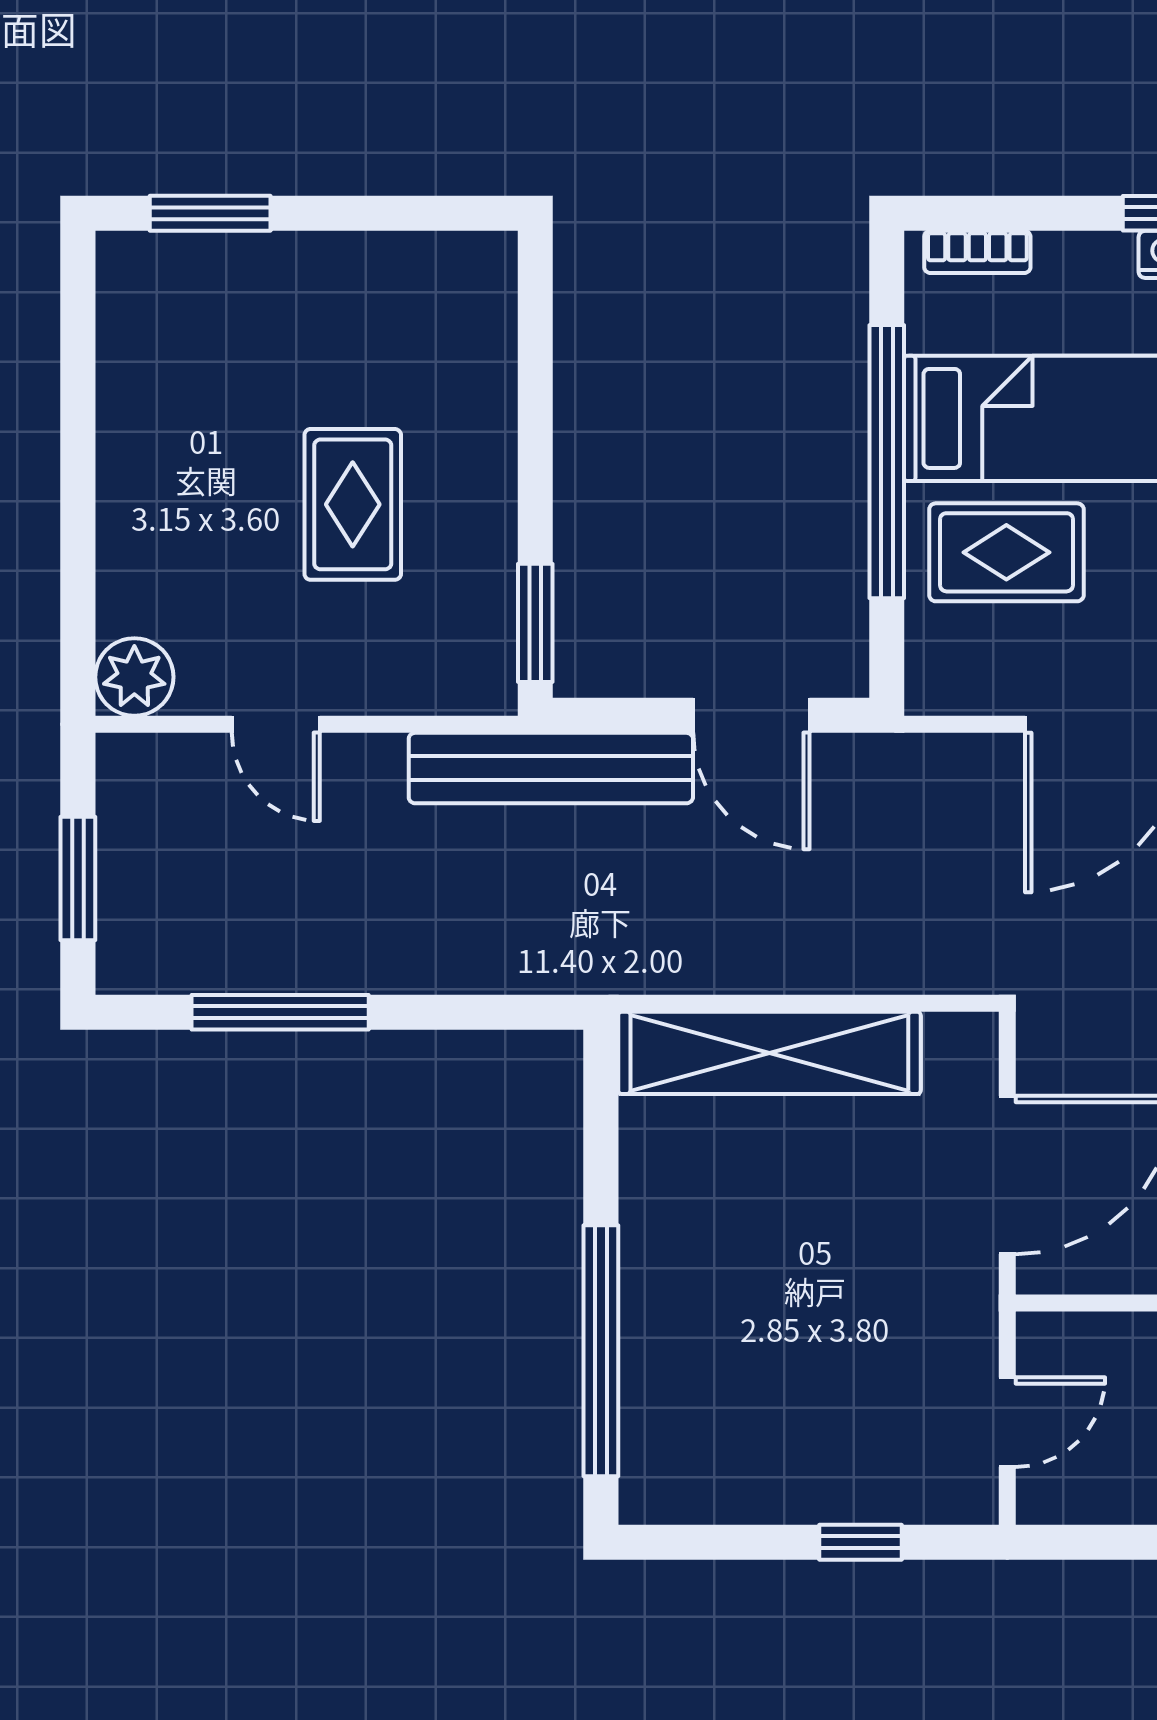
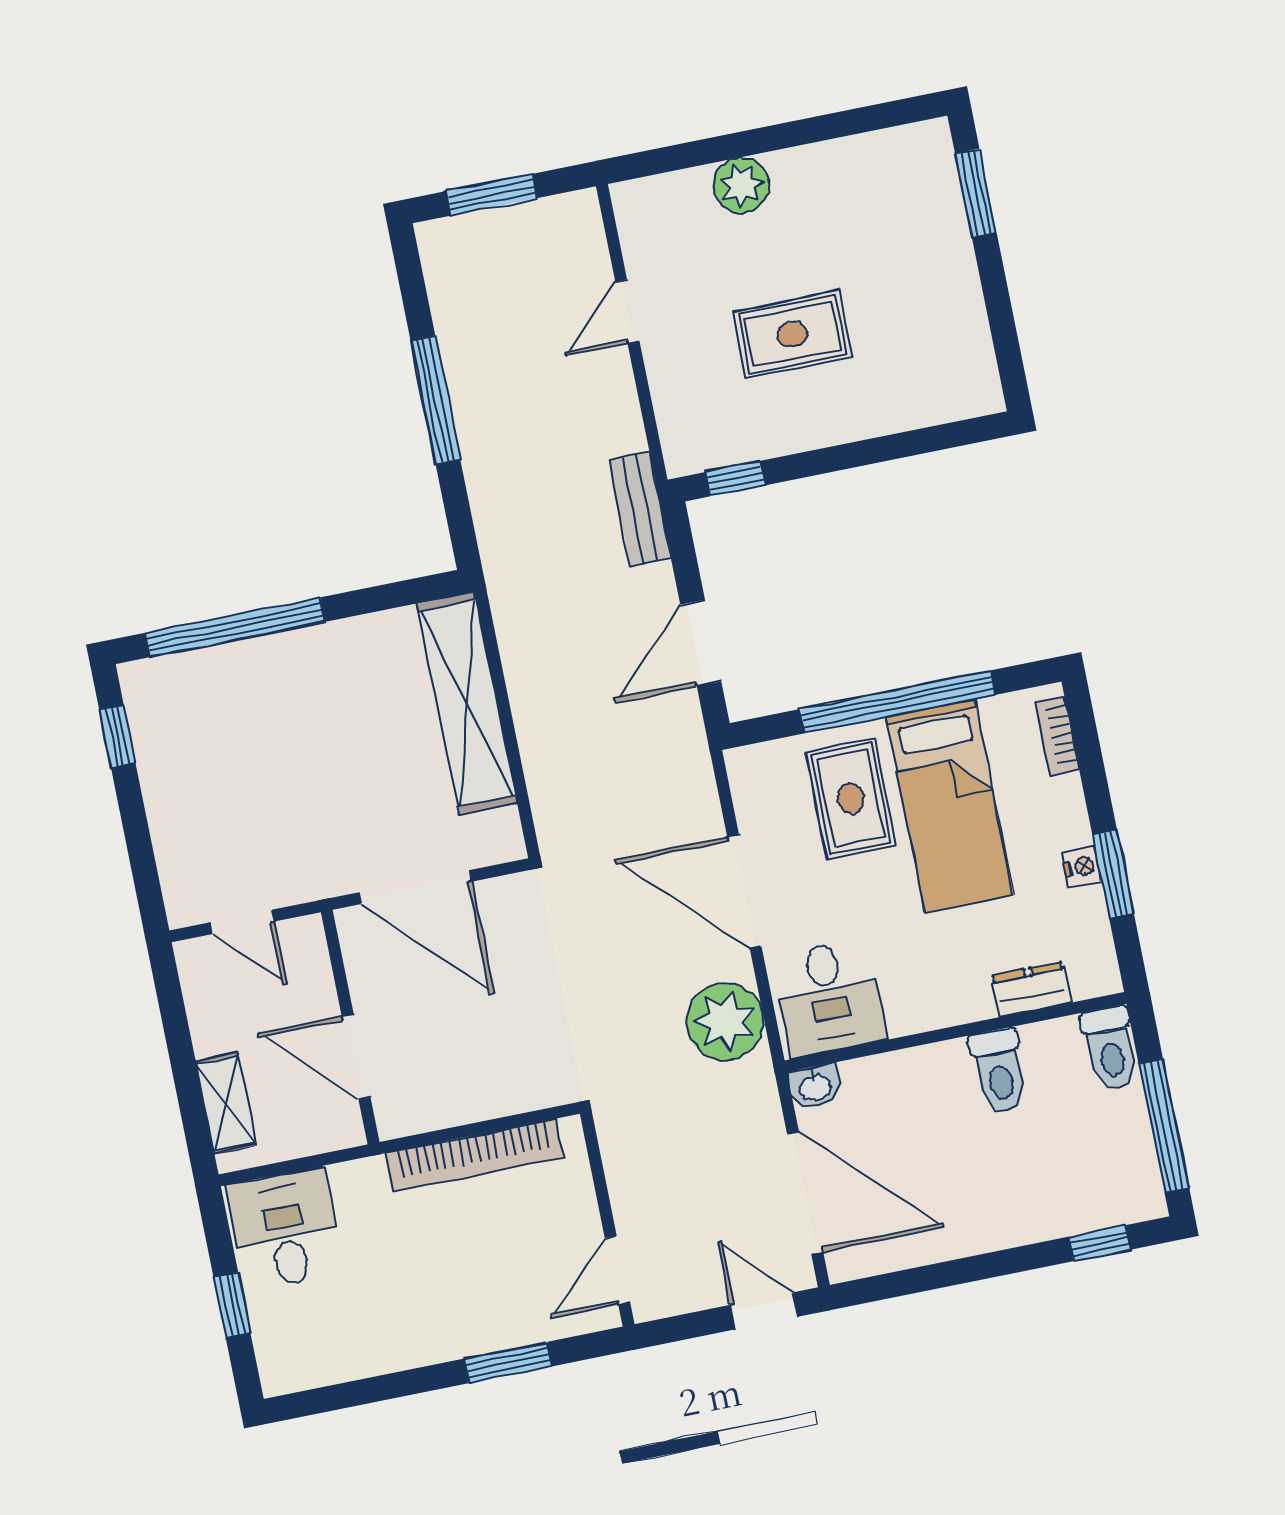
window: (535, 623) -> (735, 479), width x0.67
plant: (134, 677) -> (741, 185), moved
bench: (551, 768) -> (640, 509), width x0.54, depth x0.82
window: (280, 1012) -> (435, 400), moved
window: (860, 1542) -> (117, 736), moved

